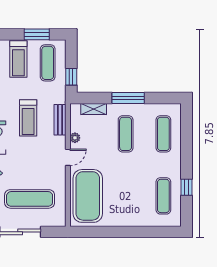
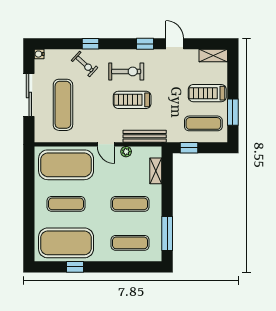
window: (128, 98) -> (167, 233), moved
treadmill: (28, 118) -> (132, 100), moved
bench: (60, 120) -> (145, 136), width x1.36
exercise mat: (126, 196) -> (66, 204), added
exercise mat: (163, 196) -> (66, 243), width x2.00, depth x1.45

